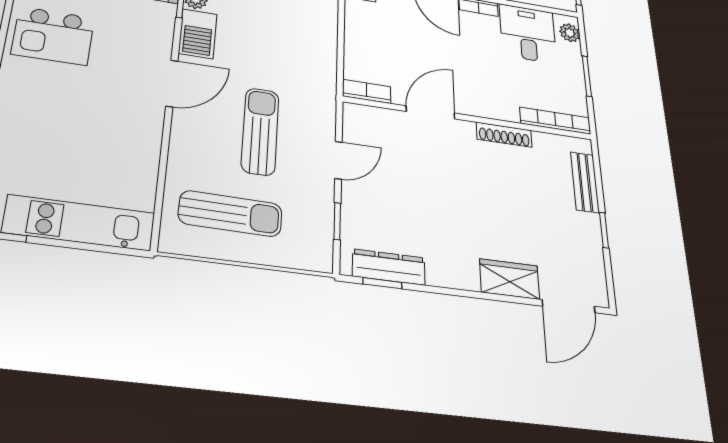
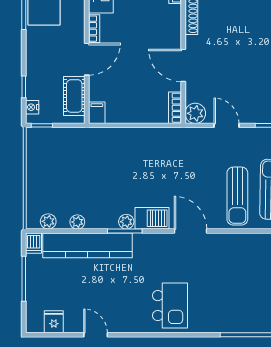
plant: (358, 118) -> (195, 113), added
sun lounger: (260, 131) -> (237, 196), moved, turned -90

